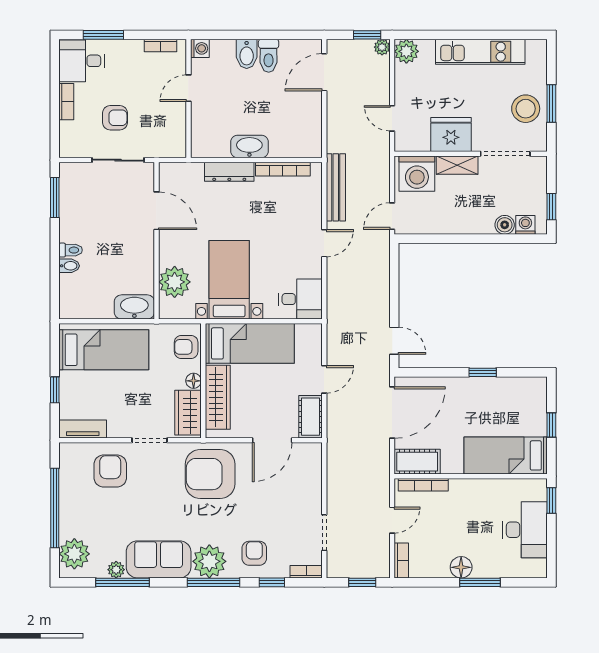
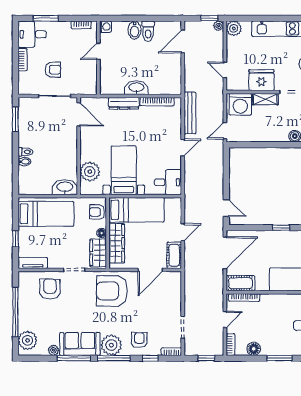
door: (157, 211) -> (79, 114), moved
floor lamp: (461, 567) -> (254, 349), moved
window: (122, 582) -> (74, 358), moved

